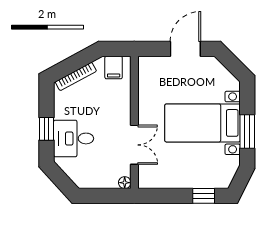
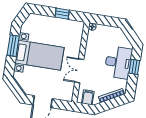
desk: (74, 138) -> (118, 62), width x1.37
double door: (134, 145) -> (79, 71), moved
window: (204, 196) -> (62, 14), moved

